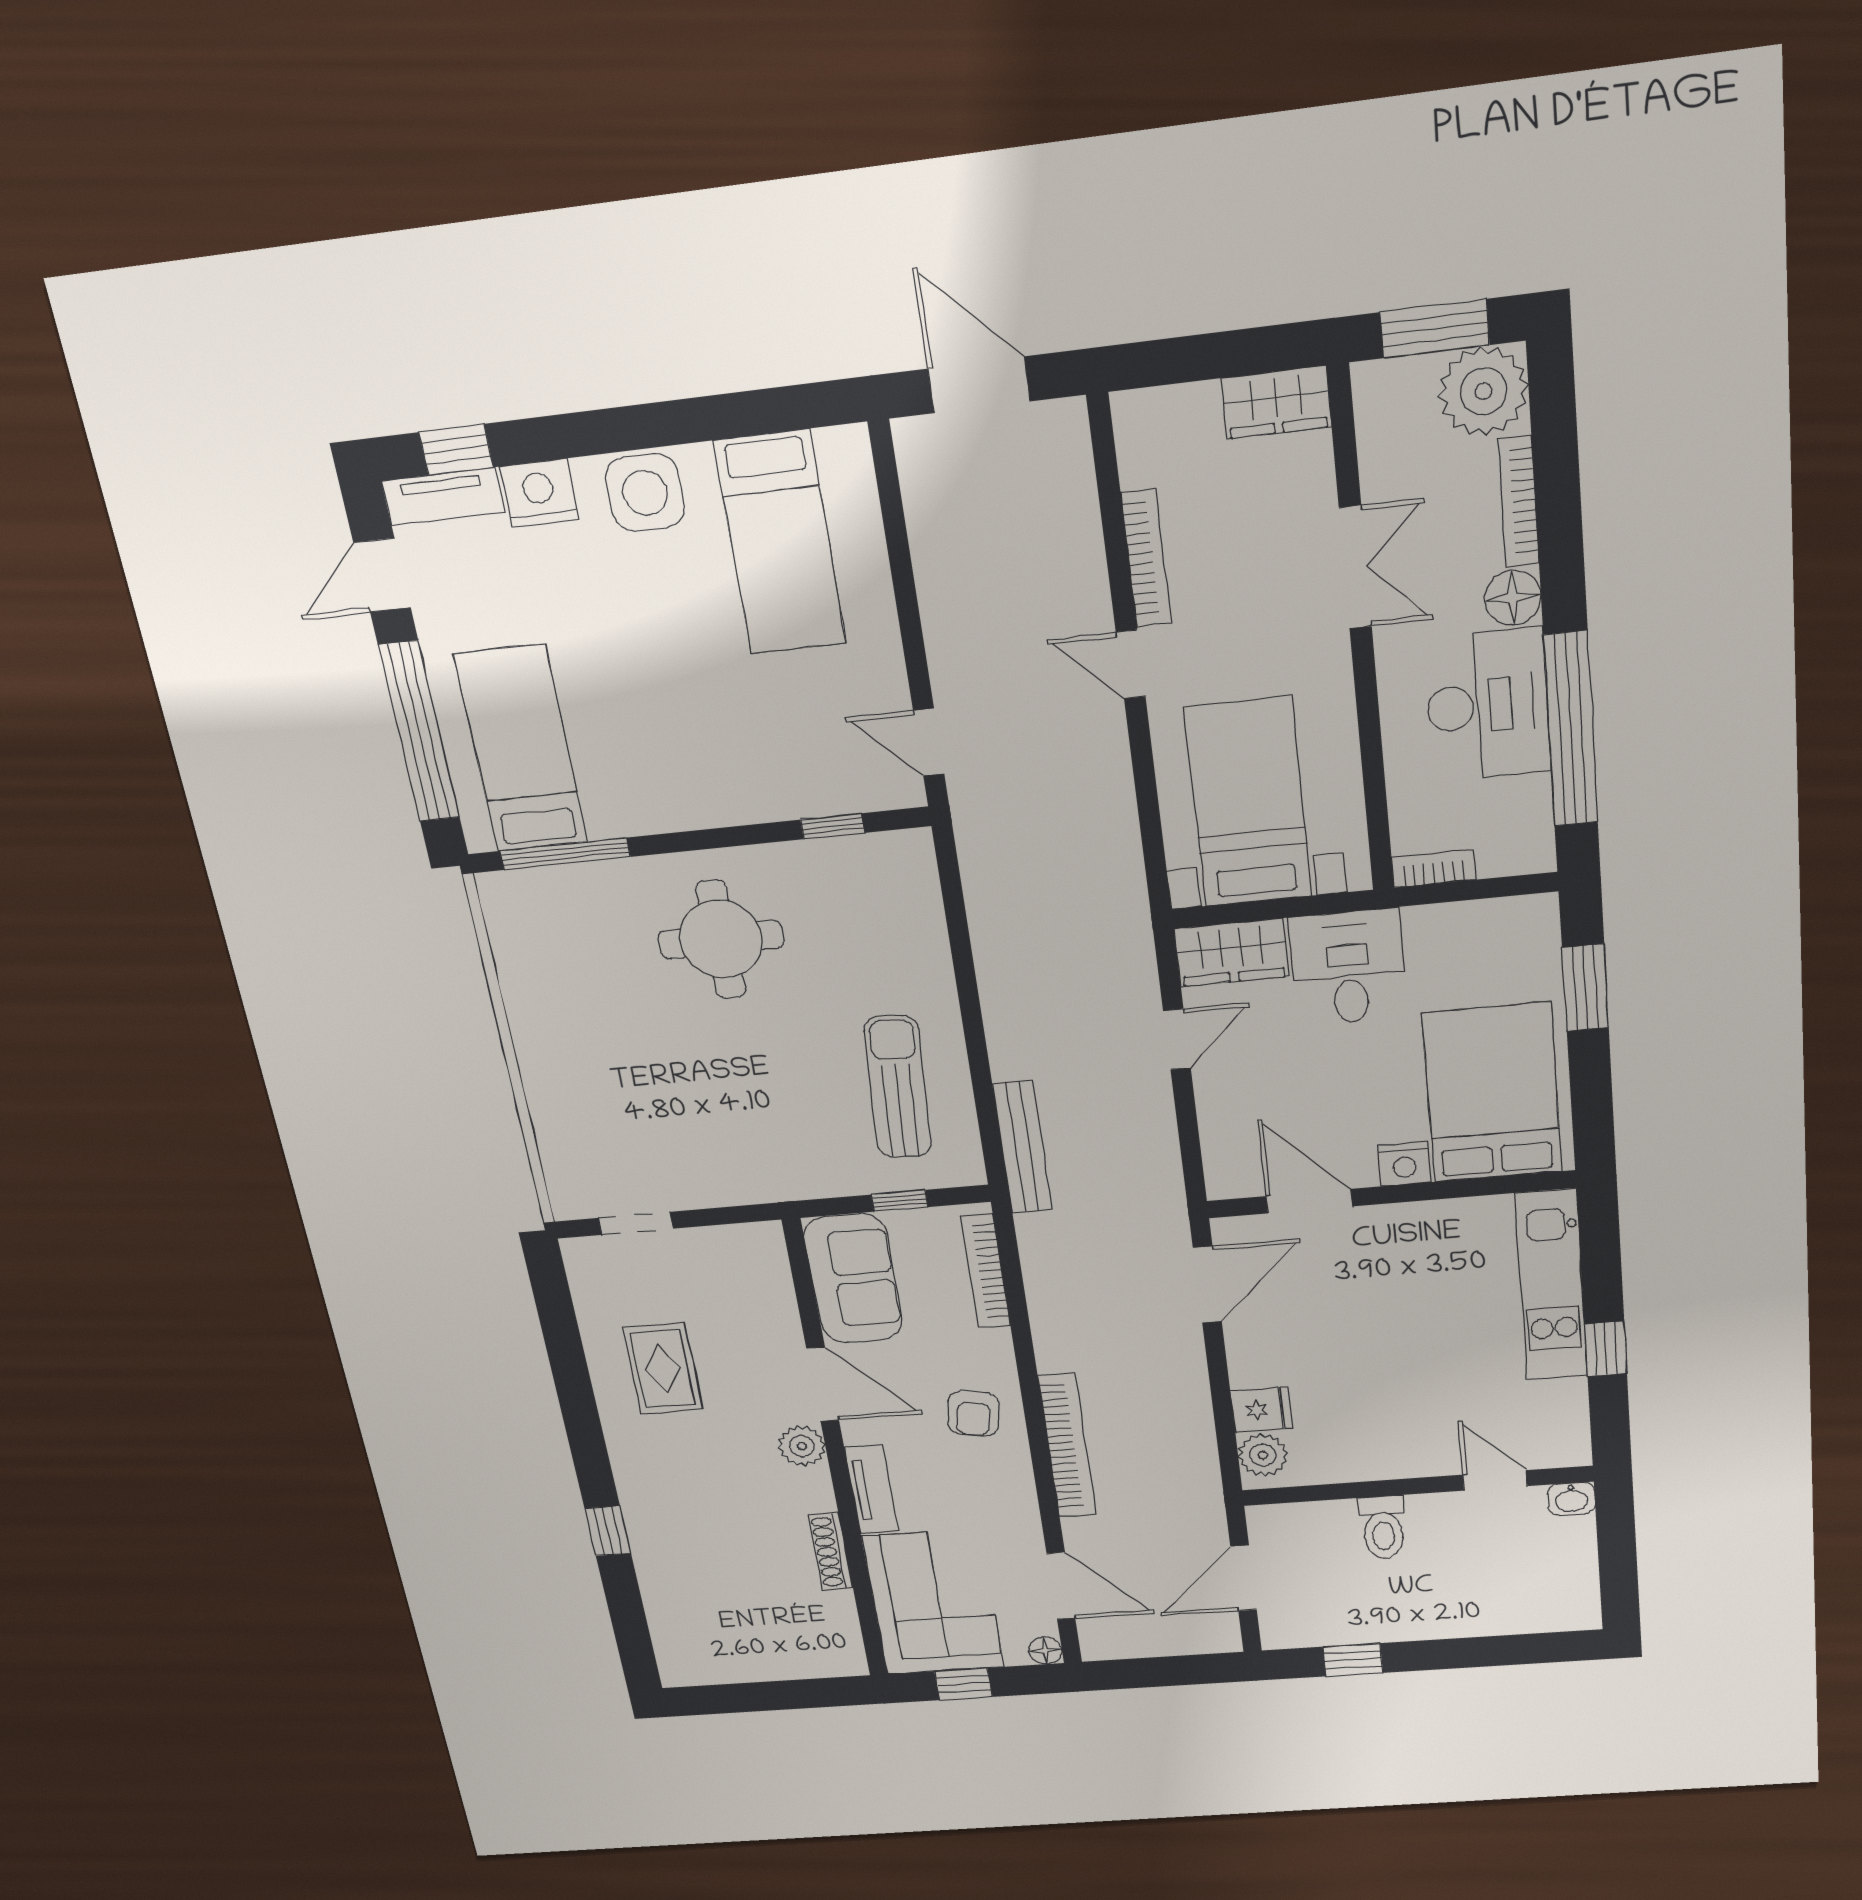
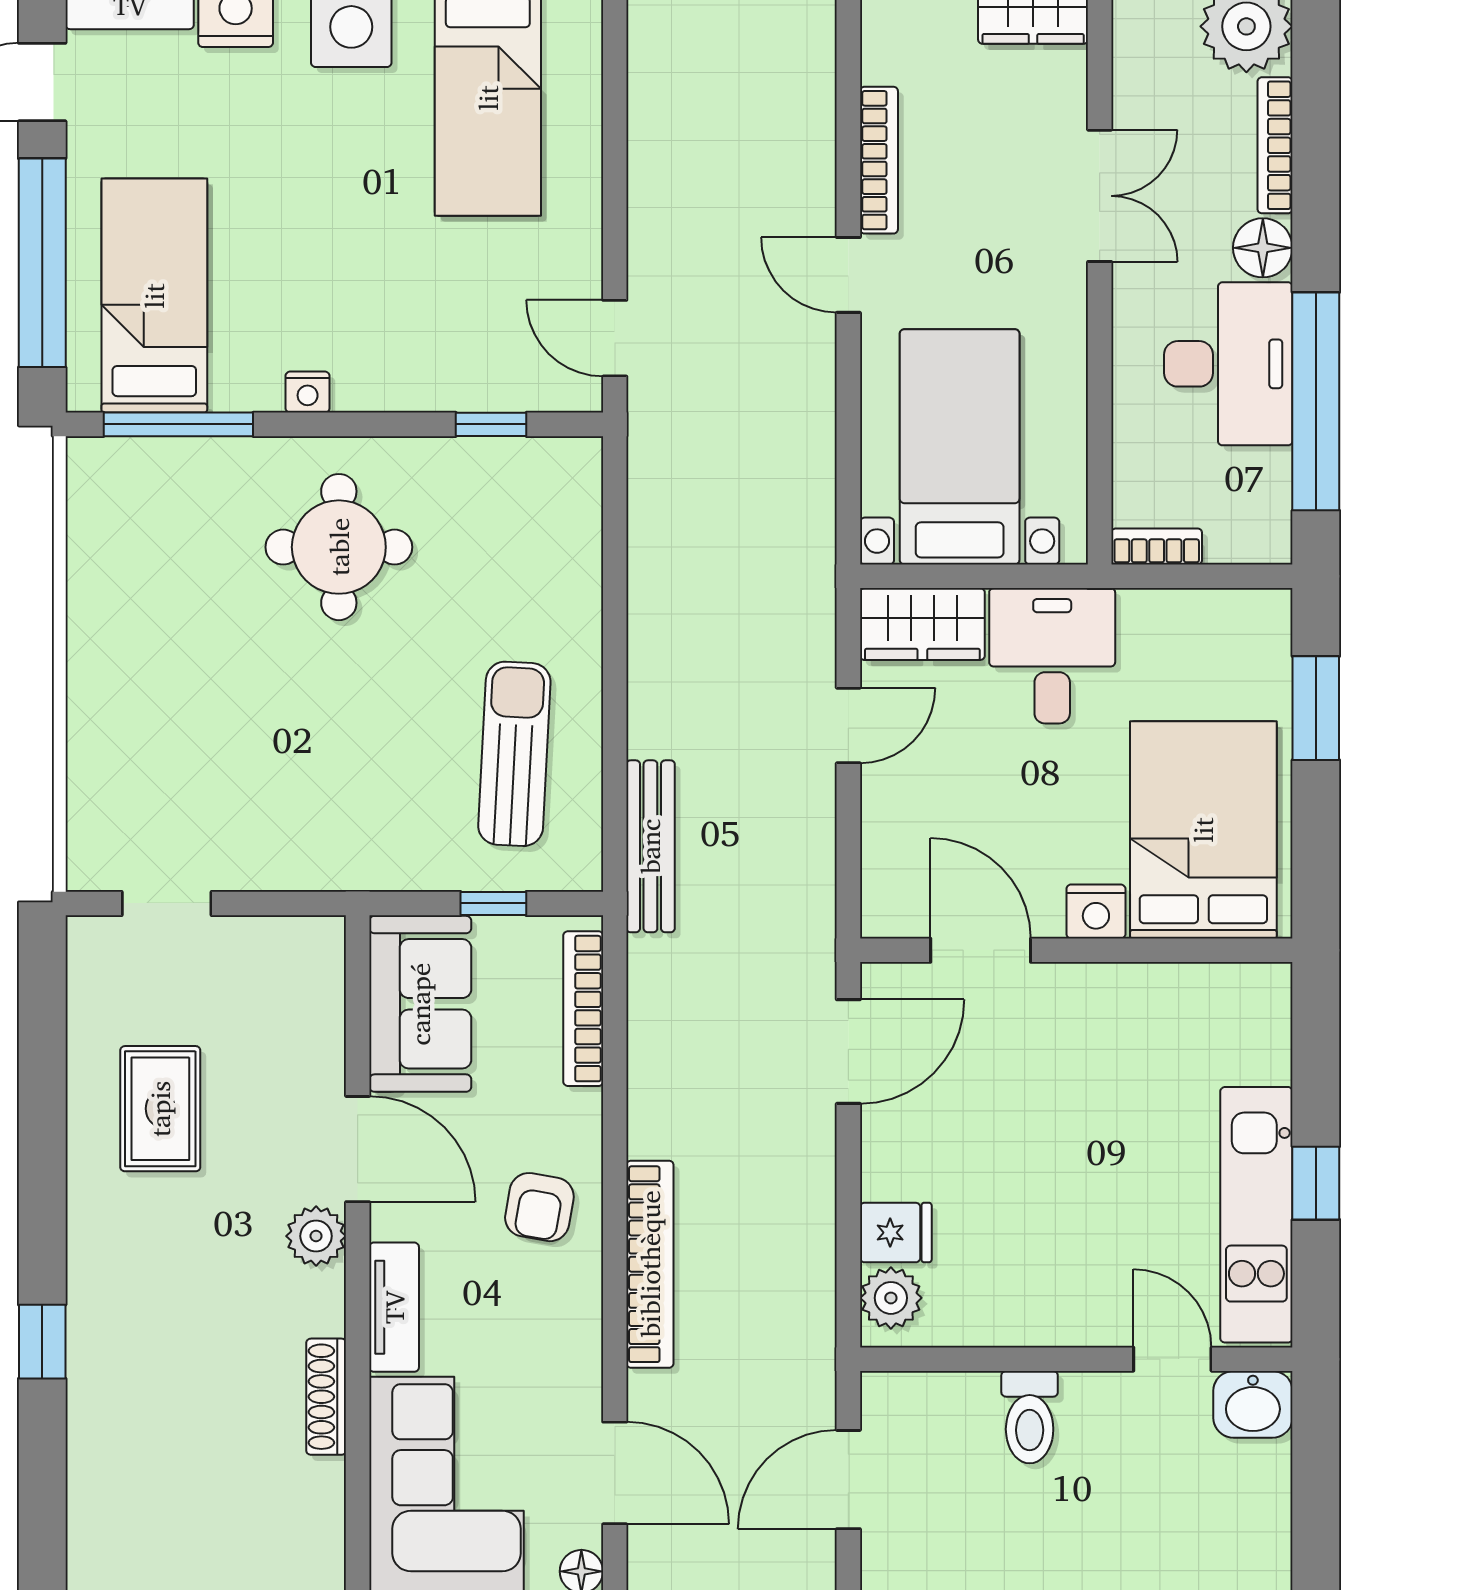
nightstand: (669, 816) -> (308, 392), added
kitchen unit: (1551, 1285) -> (1256, 1215), moved
washbasin: (1571, 1499) -> (1253, 1404), width x1.38, depth x1.45

